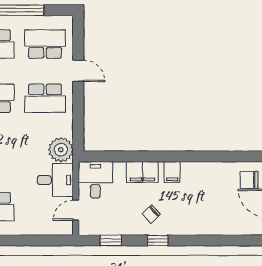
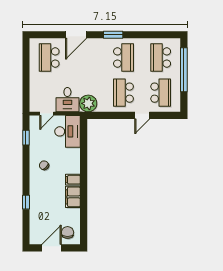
filing cabinet: (142, 172) -> (73, 197), moved
desk: (95, 180) -> (68, 131), width x1.37
door: (76, 210) -> (47, 114), swing flipped
window: (158, 240) -> (26, 202), moved

